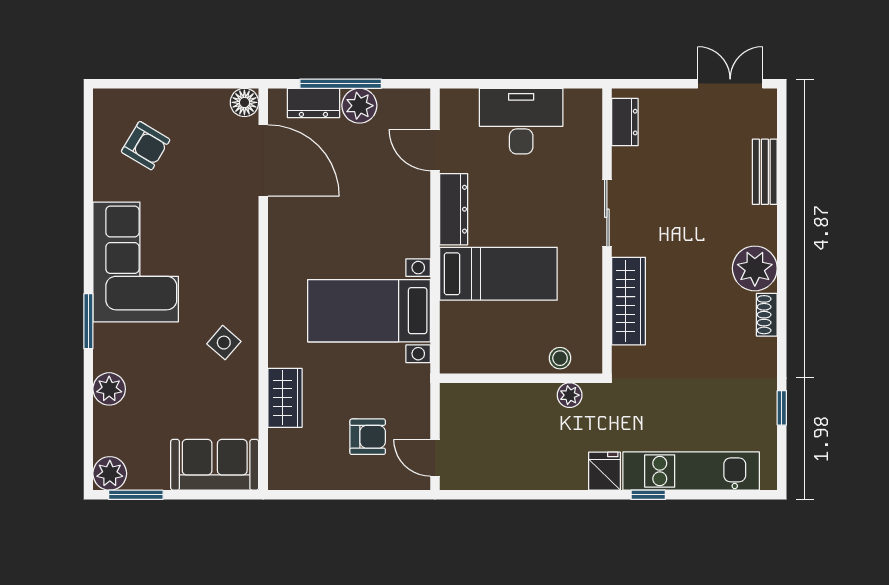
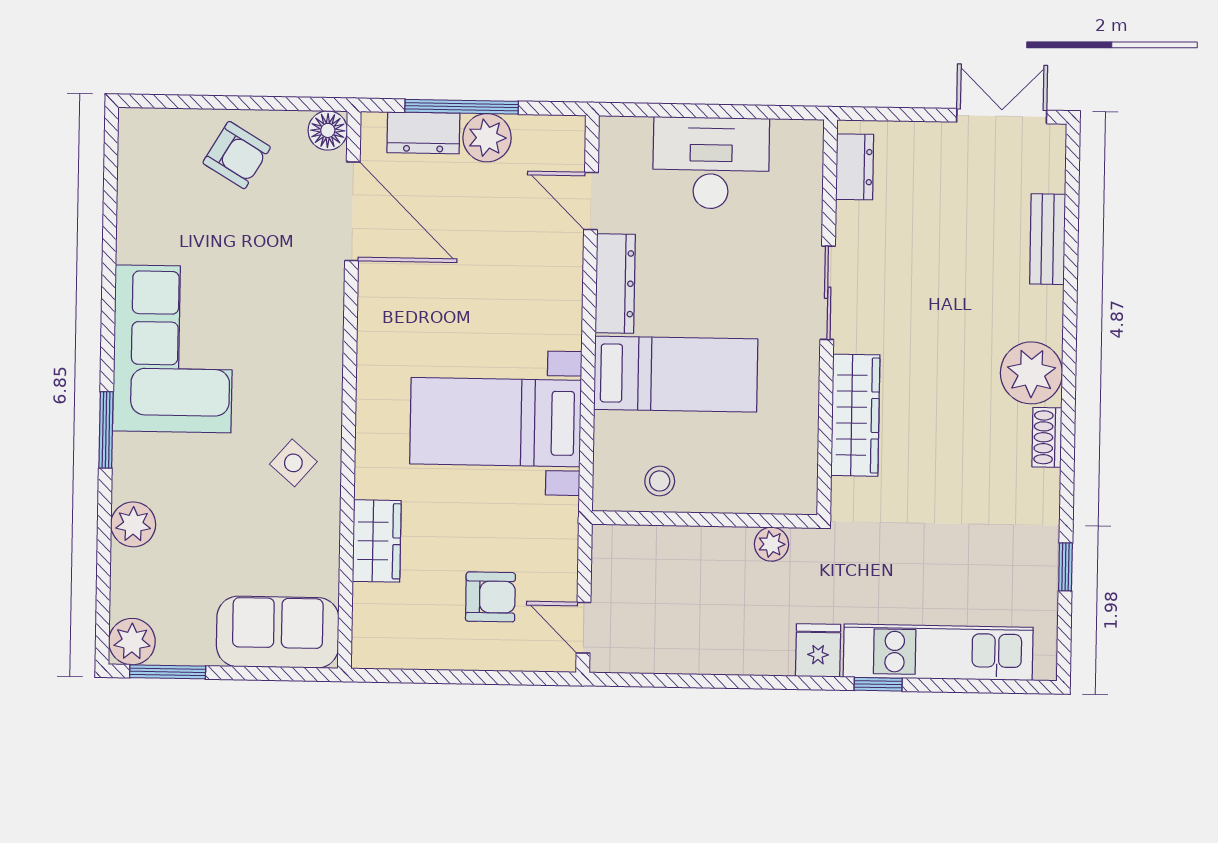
armchair: (146, 146) -> (237, 155), moved
stool: (560, 358) -> (660, 481), moved

